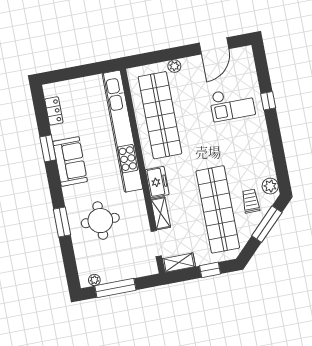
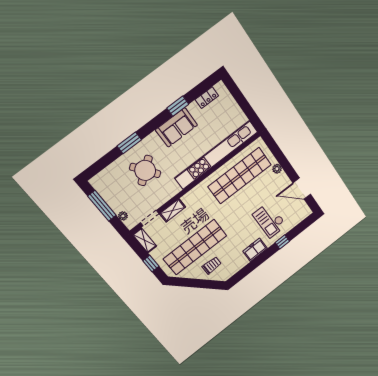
freezer: (157, 182) -> (255, 250), moved, turned 180
plant: (270, 186) -> (228, 272), removed
round table: (100, 221) -> (145, 170), turned -37
window: (267, 224) -> (202, 284), removed
plant: (94, 280) -> (123, 216), moved

